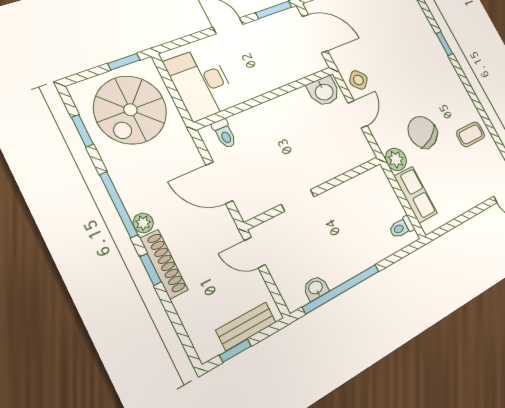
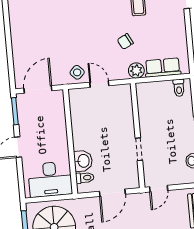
washbasin: (324, 91) -> (83, 161), moved
chair: (423, 132) -> (125, 41), width x0.54, depth x0.54

